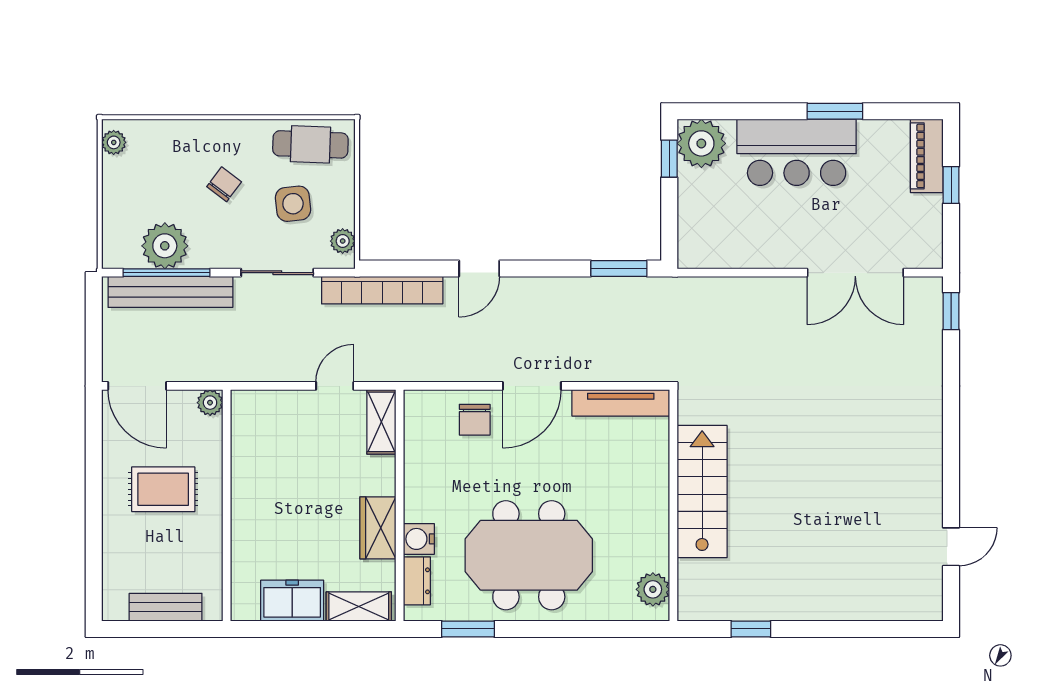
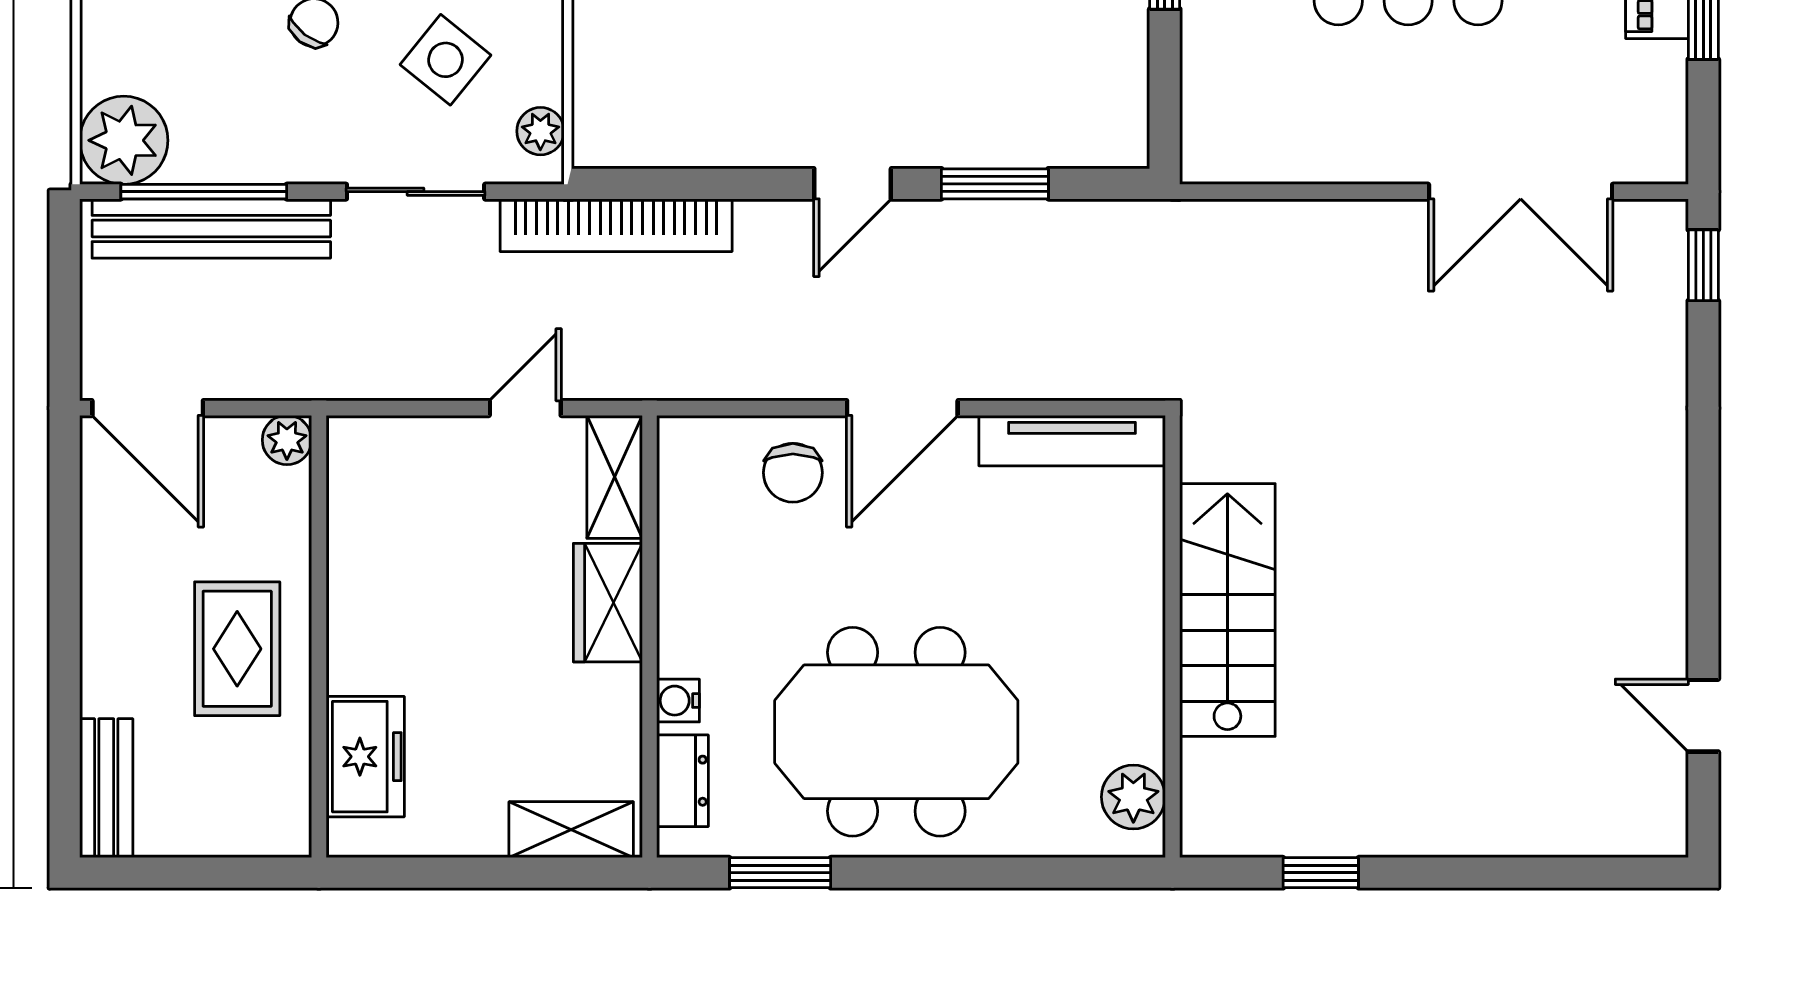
side table: (293, 204) -> (446, 60), turned 45
plant: (165, 246) -> (124, 140), moved
door: (479, 269) -> (853, 184), moved
window: (619, 269) -> (995, 184), moved
rug: (163, 489) -> (237, 649), moved, turned 90
wardrobe: (378, 528) -> (608, 603), moved
water cooler: (419, 539) -> (678, 701), width x0.72, depth x0.72
door: (951, 547) -> (1703, 716), swing flipped
freezer: (292, 601) -> (365, 757), moved, turned 90
bench: (166, 607) -> (106, 788), moved, turned 90

